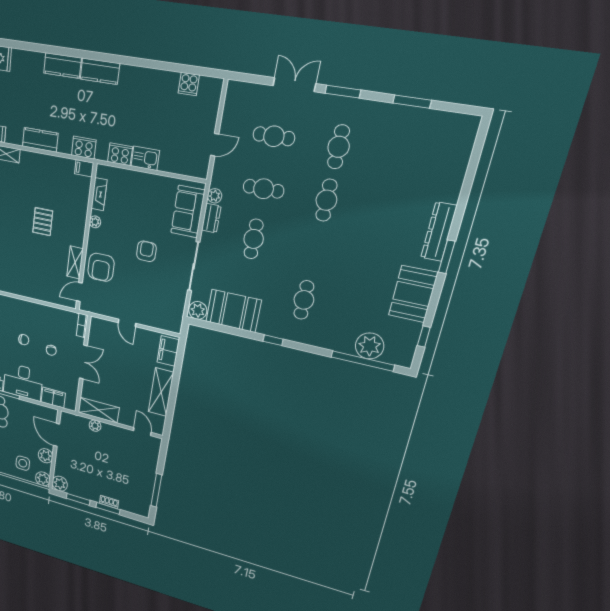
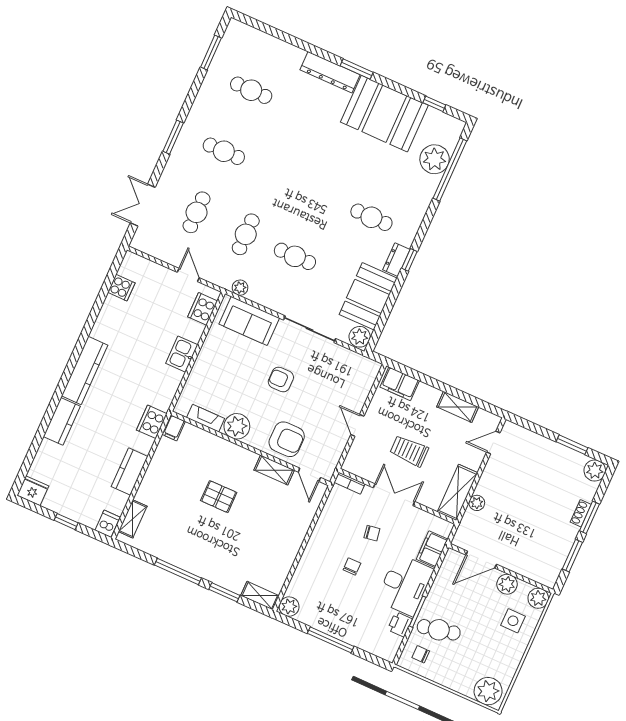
kitchen counter: (100, 71) -> (85, 371), width x1.50
double door: (294, 85) -> (143, 205), moved
window: (412, 102) -> (211, 53), moved
cooker: (120, 154) -> (203, 309), moved
cafe table: (326, 200) -> (251, 90), moved
dresser: (211, 218) -> (396, 260), moved, turned -90
plant: (95, 222) -> (237, 426), width x1.87, depth x1.87
booth: (413, 294) -> (384, 114), width x1.36, depth x1.42
door: (127, 323) -> (357, 425), swing flipped
trolley: (119, 368) -> (409, 451), added
shelving: (161, 392) -> (458, 407), width x0.67, depth x0.75
plant: (60, 484) -> (595, 471), moved
window: (156, 490) -> (572, 445), width x0.69

